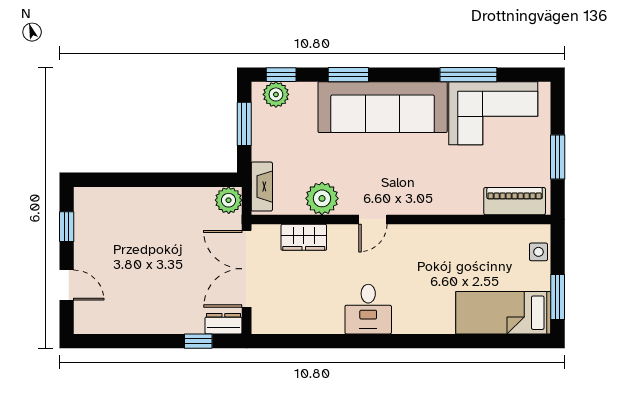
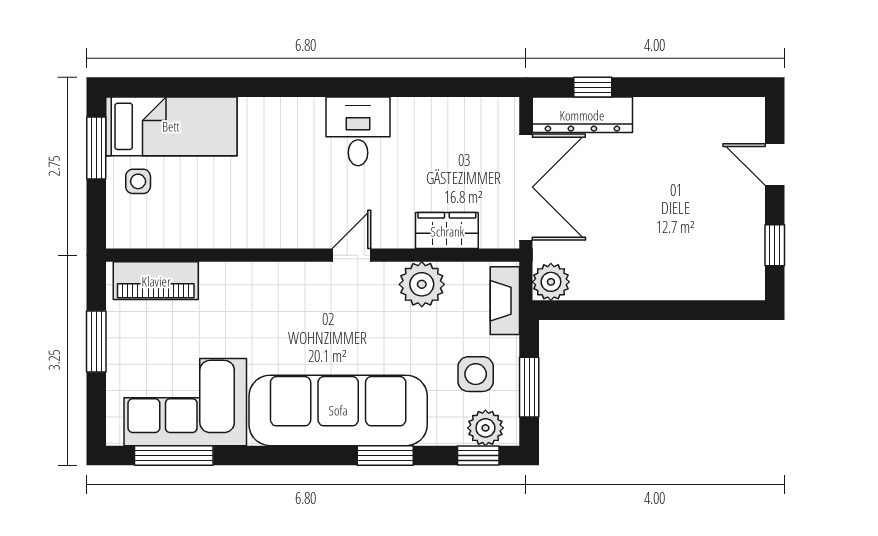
window: (468, 75) -> (174, 455), moved
side table: (283, 133) -> (476, 374), added
side table: (539, 252) -> (138, 181), moved
dresser: (223, 324) -> (582, 115), width x1.96, depth x1.24

